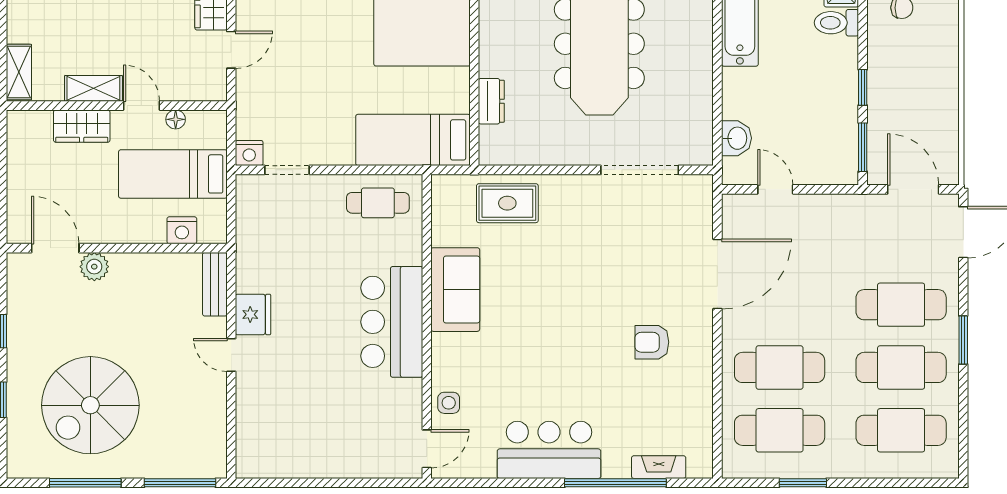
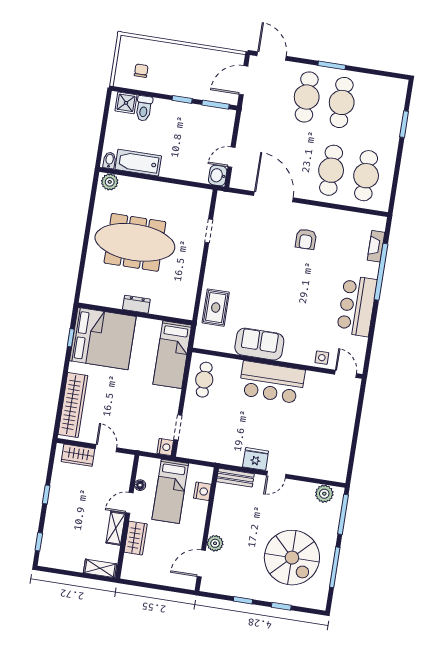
dresser: (491, 101) -> (136, 304), moved
washbasin: (736, 138) -> (218, 175), moved, turned -90
doorway: (640, 170) -> (209, 231), width x0.53
cafe table: (901, 430) -> (377, 108), removed
plant: (211, 444) -> (324, 494), added
window: (803, 483) -> (404, 124), moved

